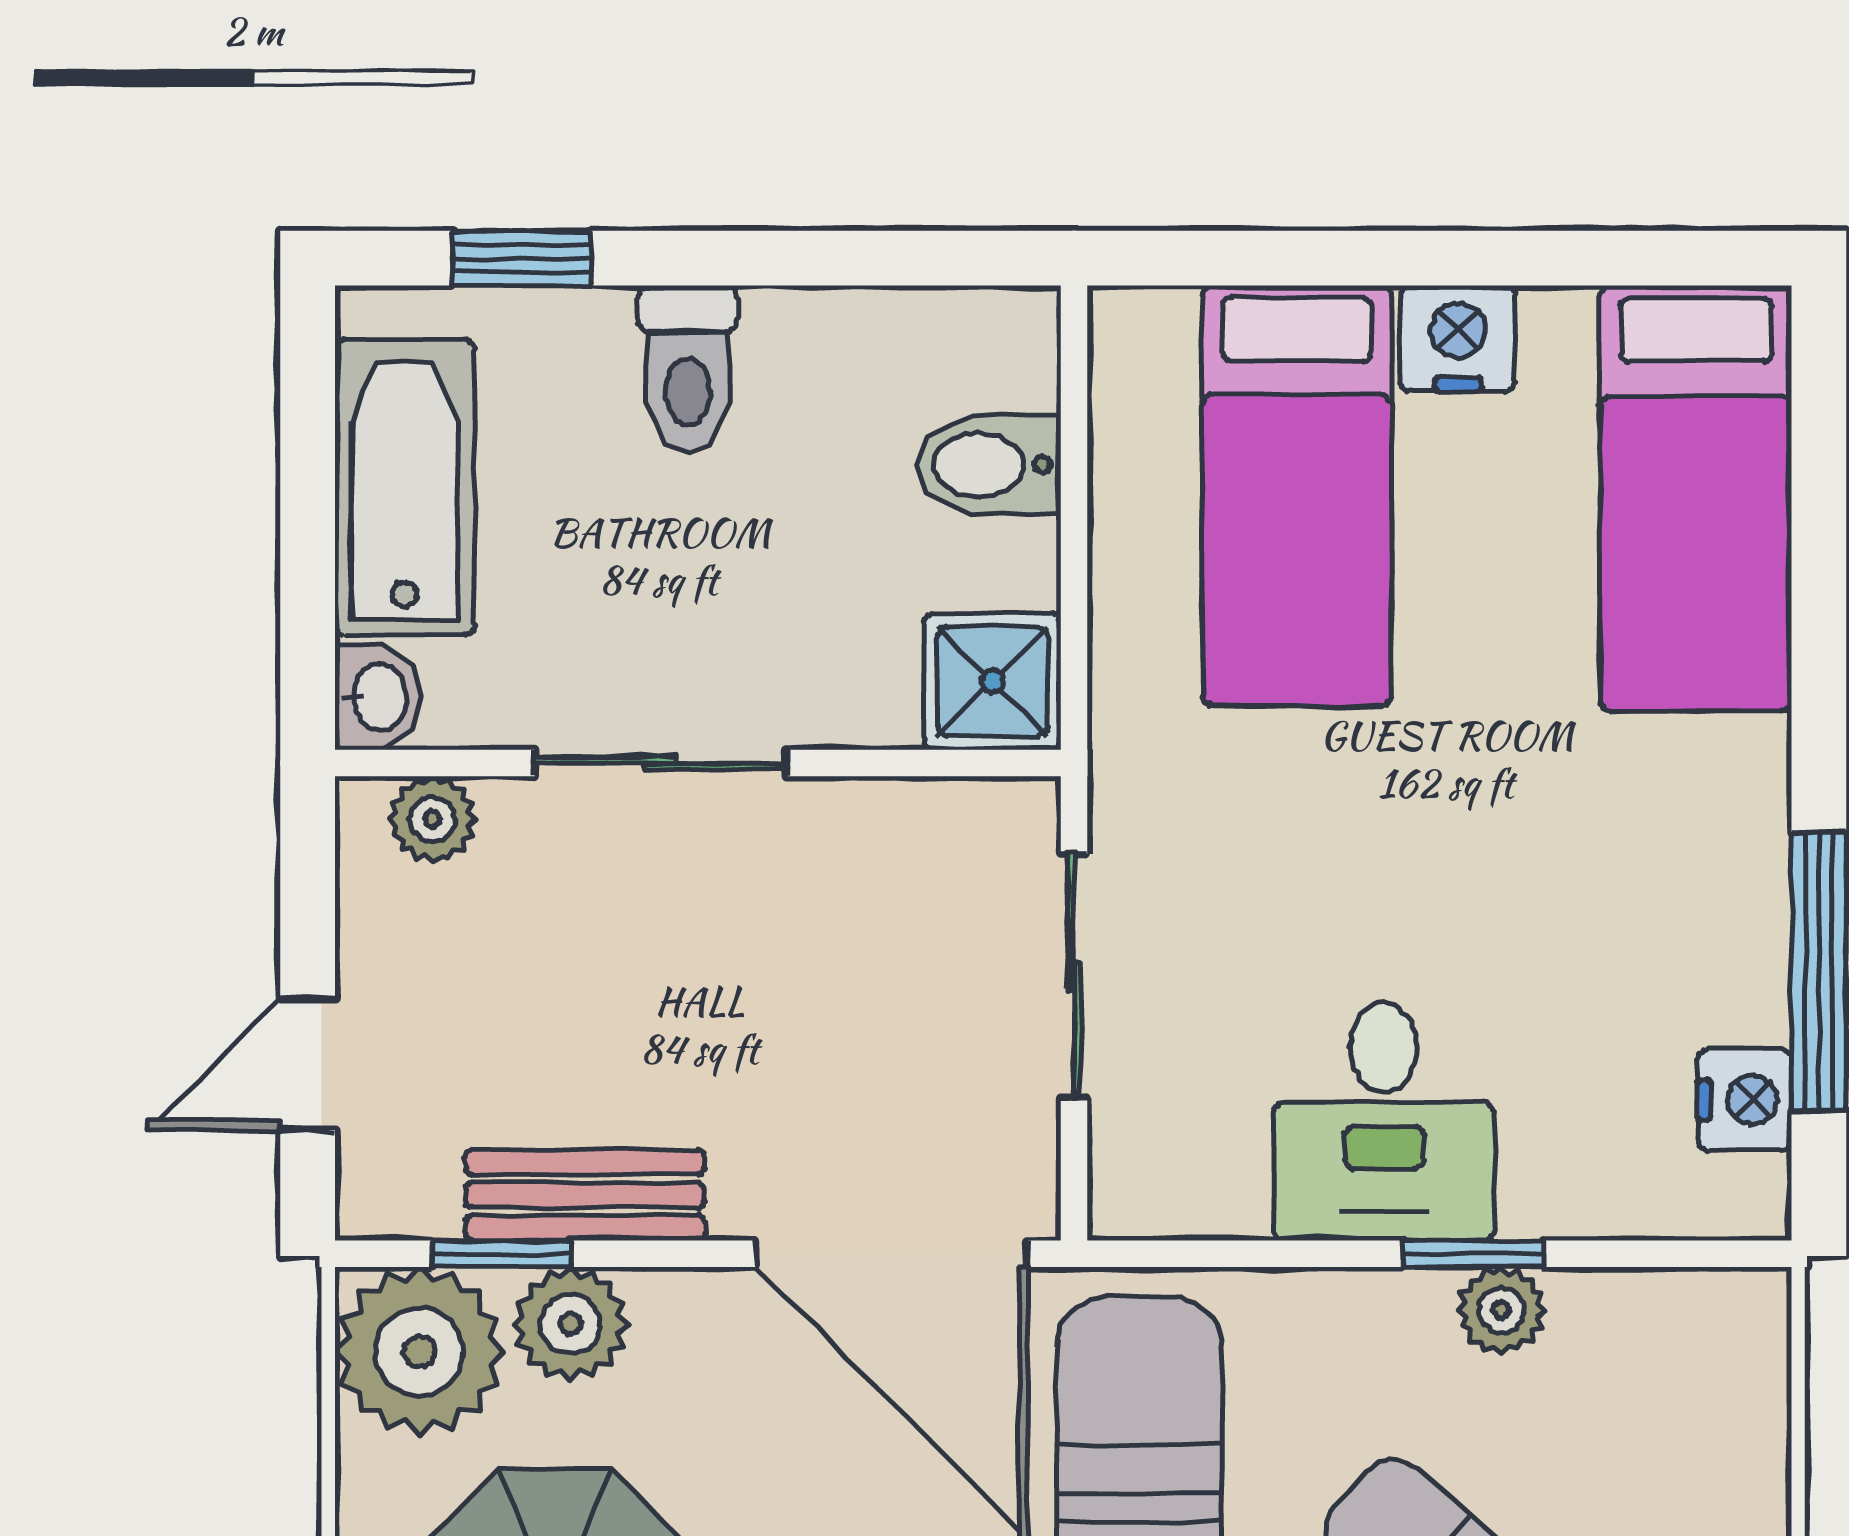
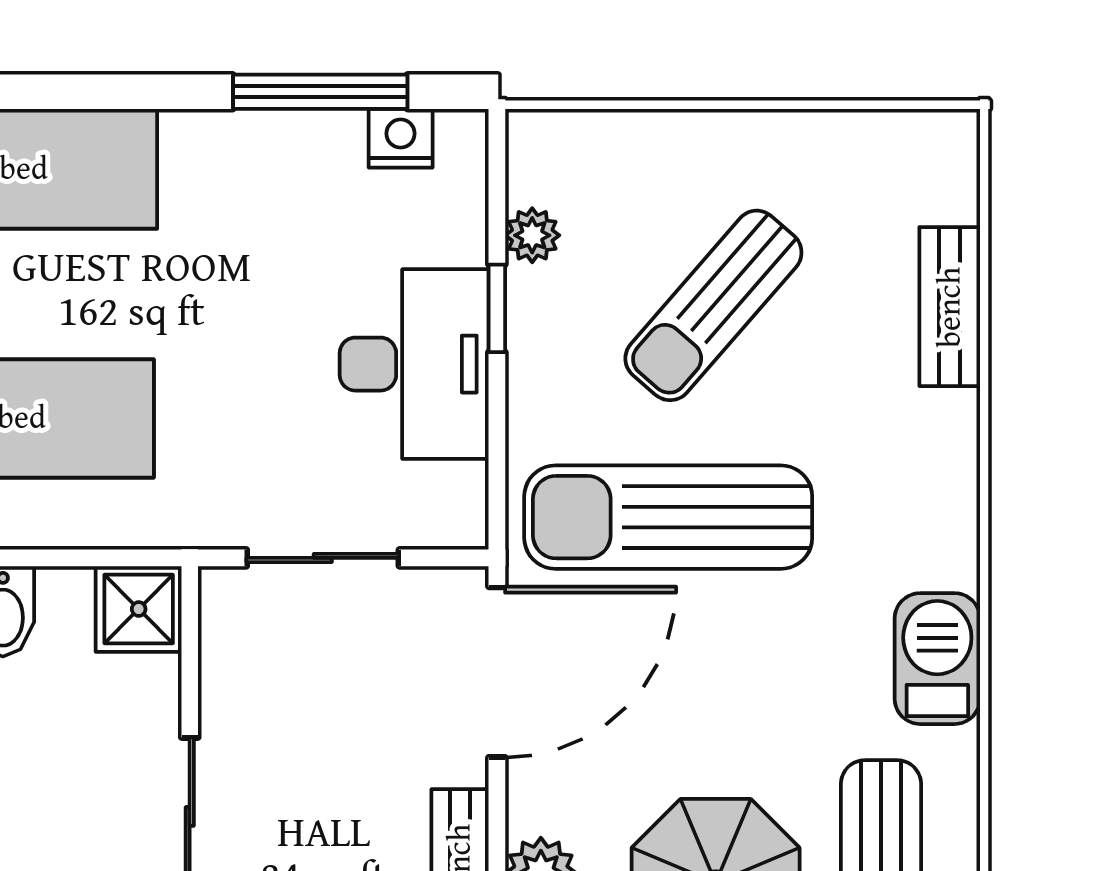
desk: (1384, 1122) -> (414, 364), width x1.37
plant: (1501, 1310) -> (532, 235), moved

